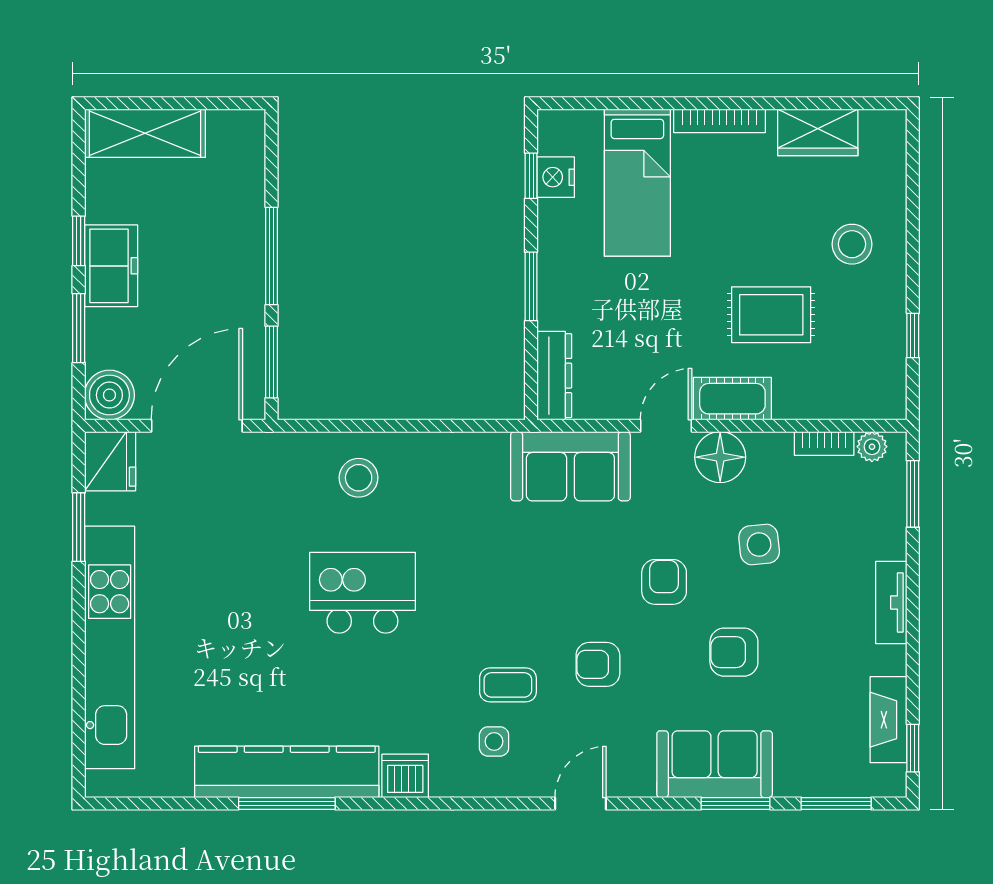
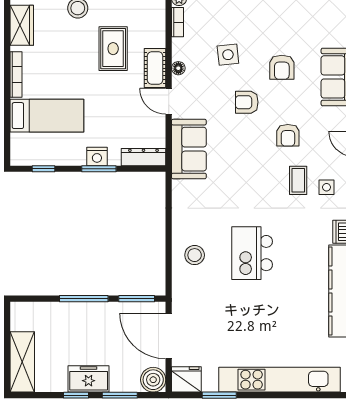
nightstand: (556, 177) -> (97, 156), moved
floor lamp: (720, 457) -> (178, 68), width x0.53, depth x0.53

